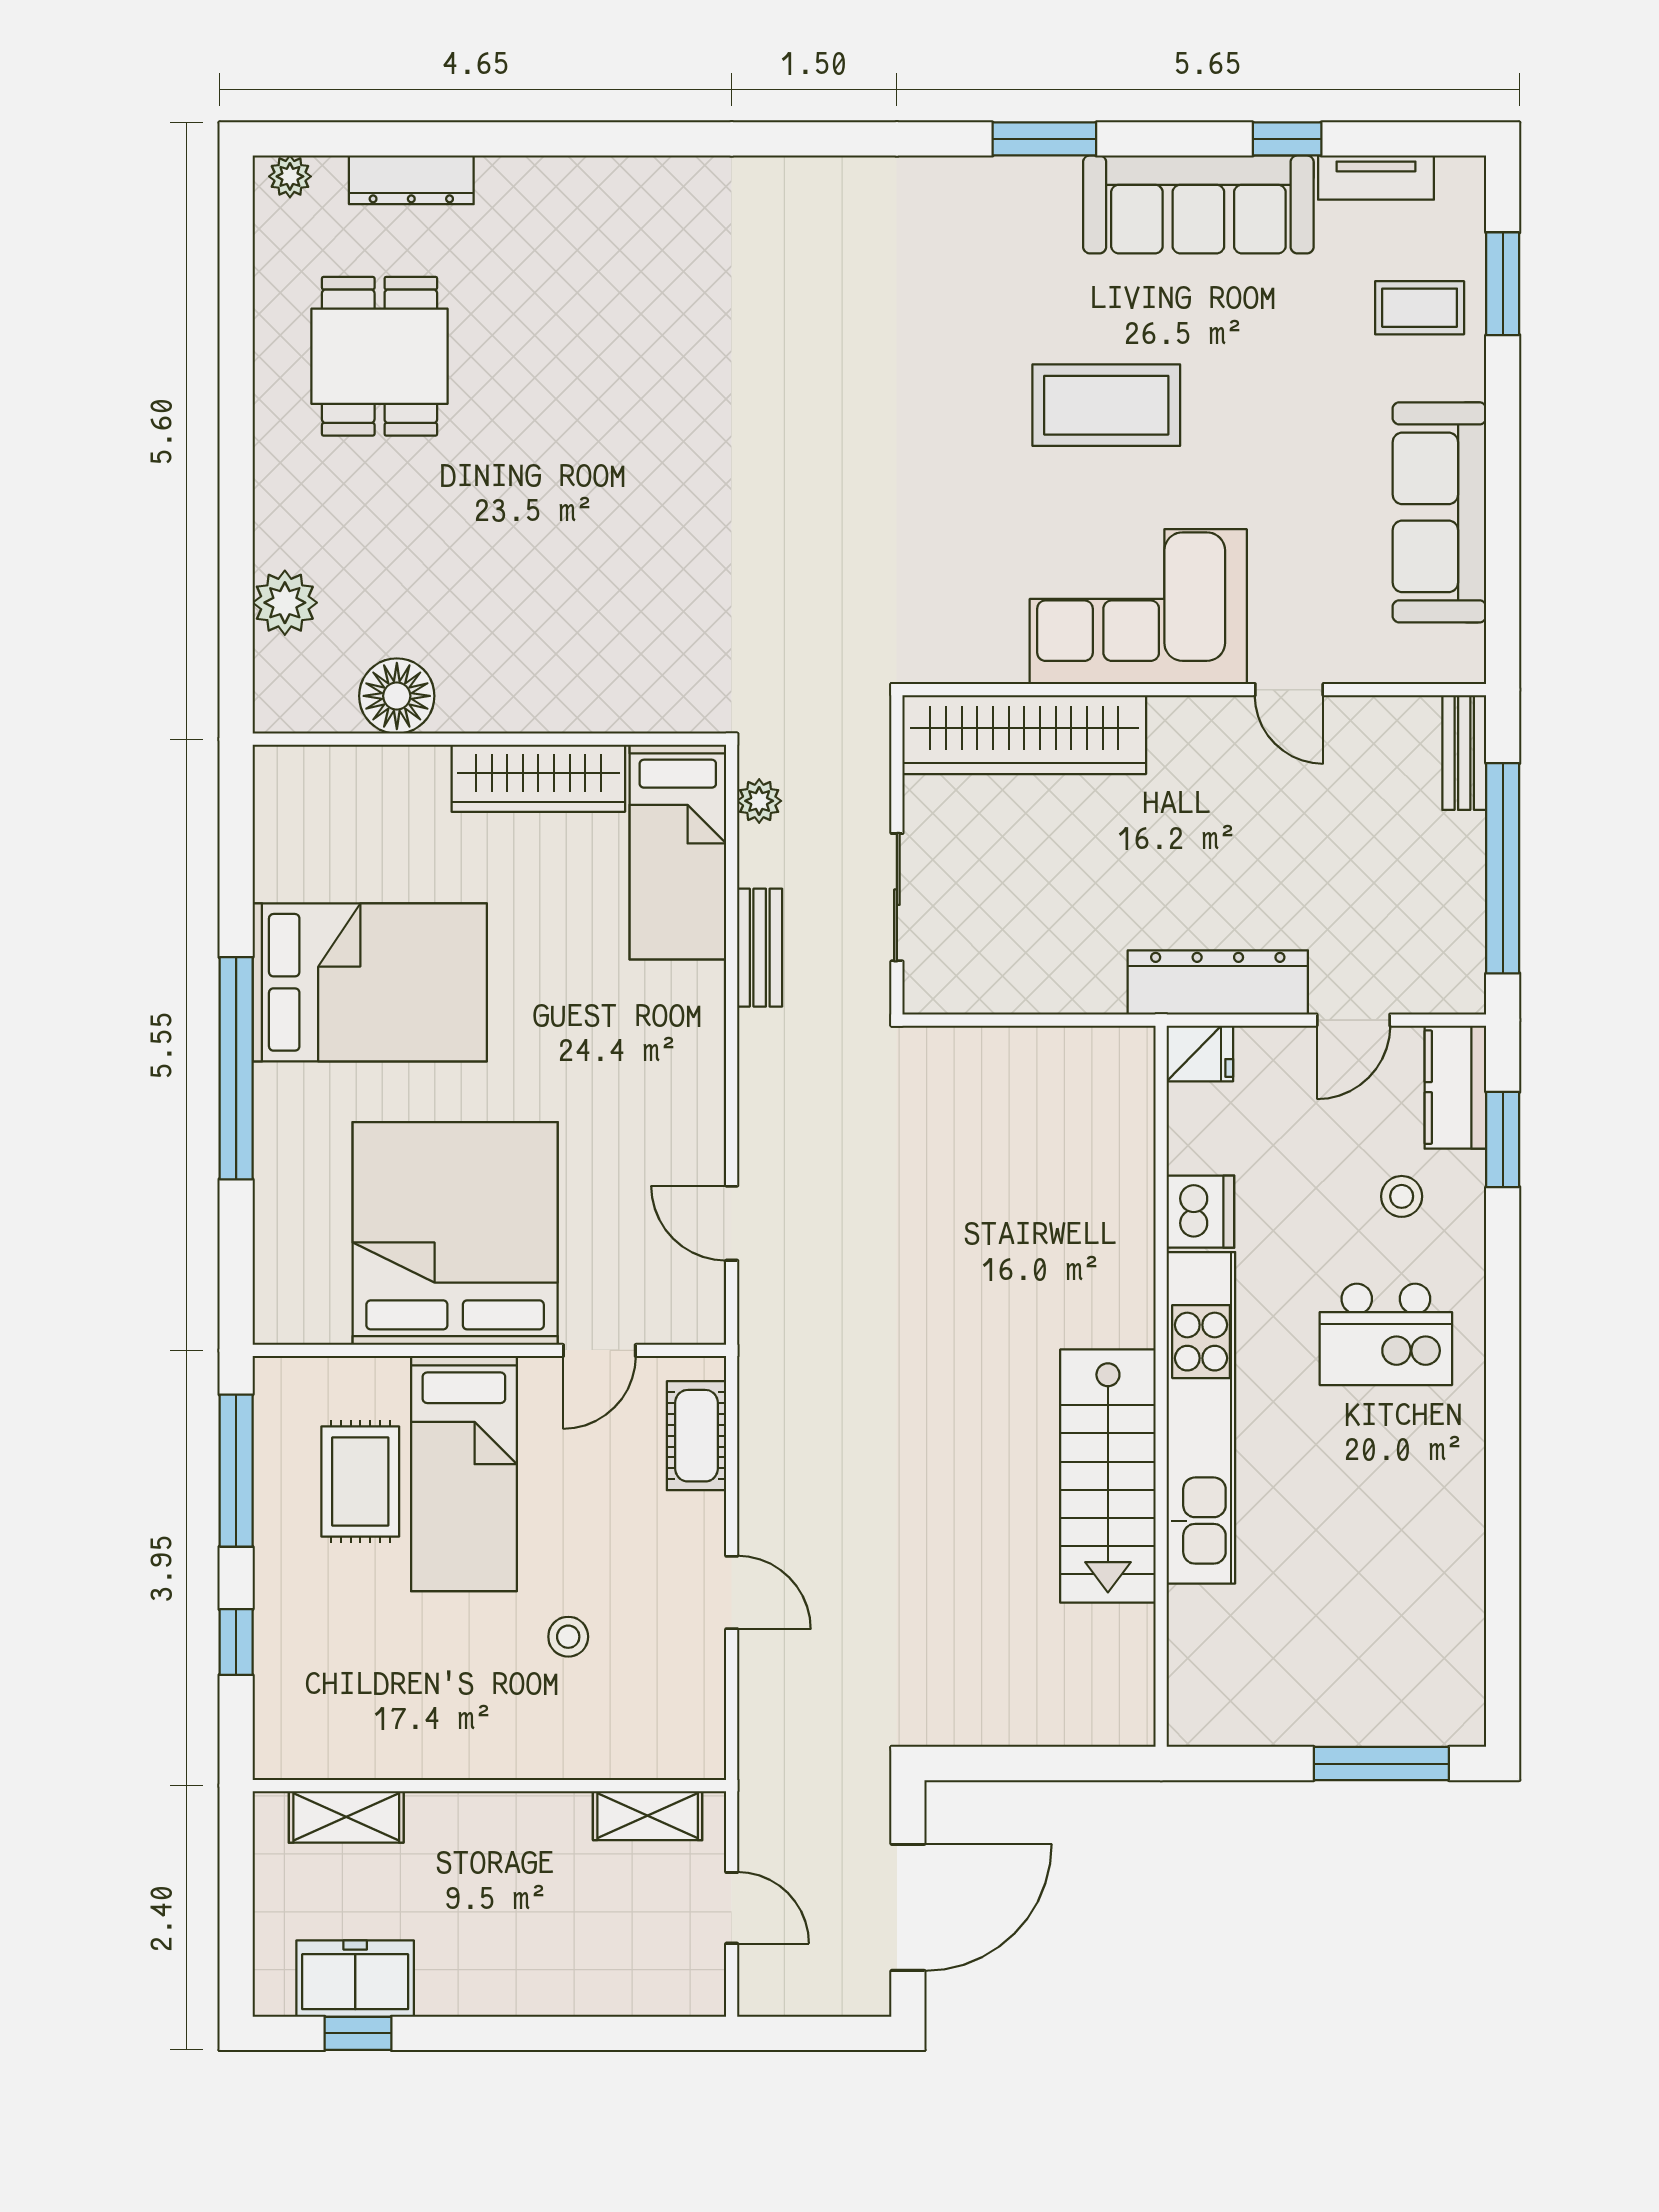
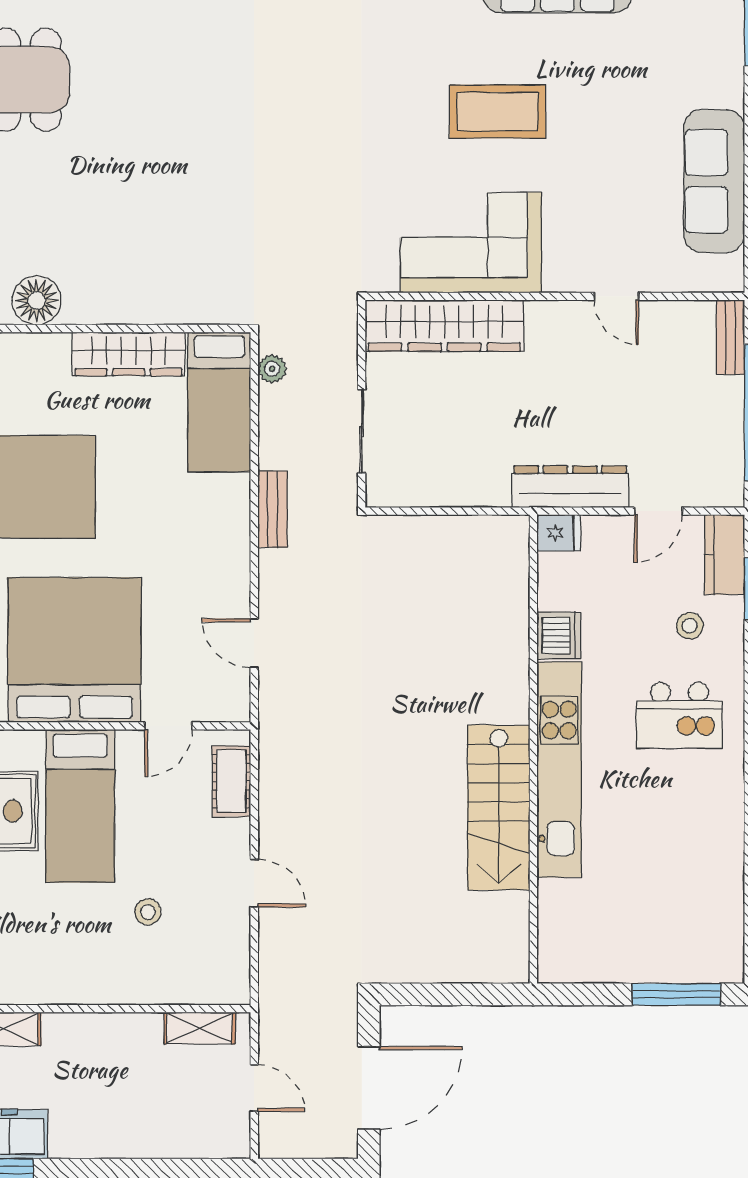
coffee table: (1420, 308) -> (701, 48), removed
corner sofa: (1138, 607) -> (471, 242), moved
bench: (760, 948) -> (272, 509), moved

